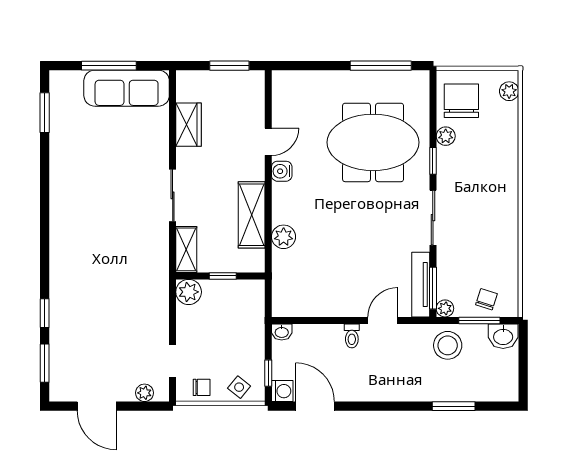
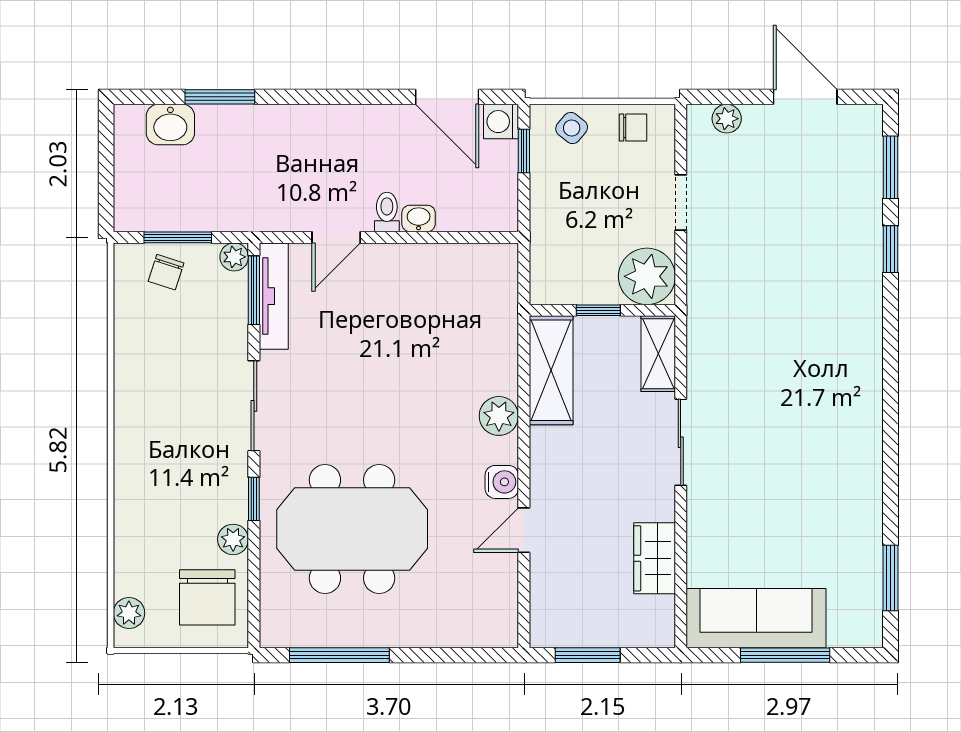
shelving: (252, 215) -> (551, 370), moved
plant: (284, 237) -> (499, 416), moved
plant: (189, 292) -> (647, 276), width x1.36, depth x1.36
washbasin: (282, 332) -> (419, 218), moved
washbasin: (503, 336) -> (170, 125), moved, turned 180
stool: (448, 345) -> (230, 196), removed
doorway: (173, 361) -> (681, 202), moved
chair: (202, 387) -> (633, 128), turned 180

